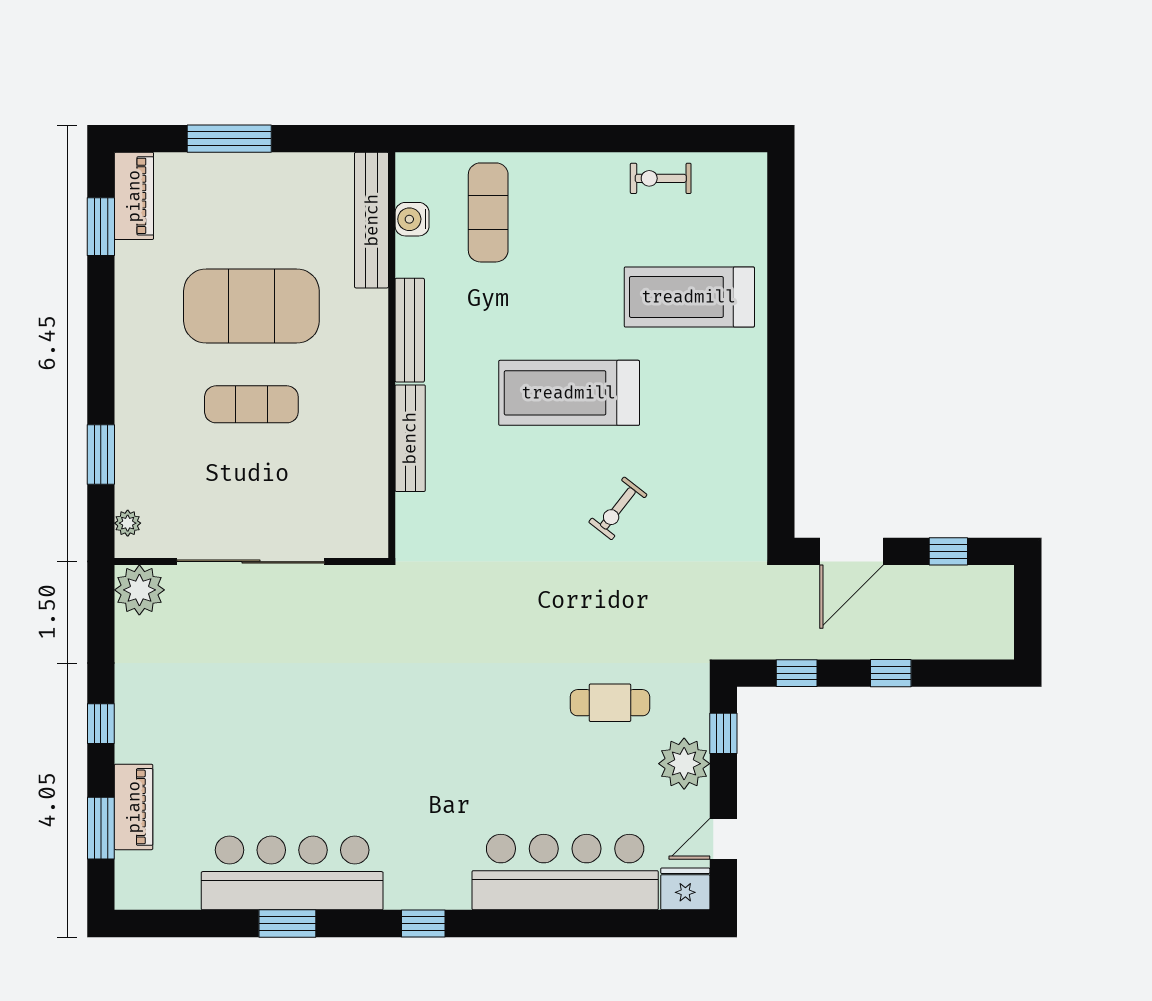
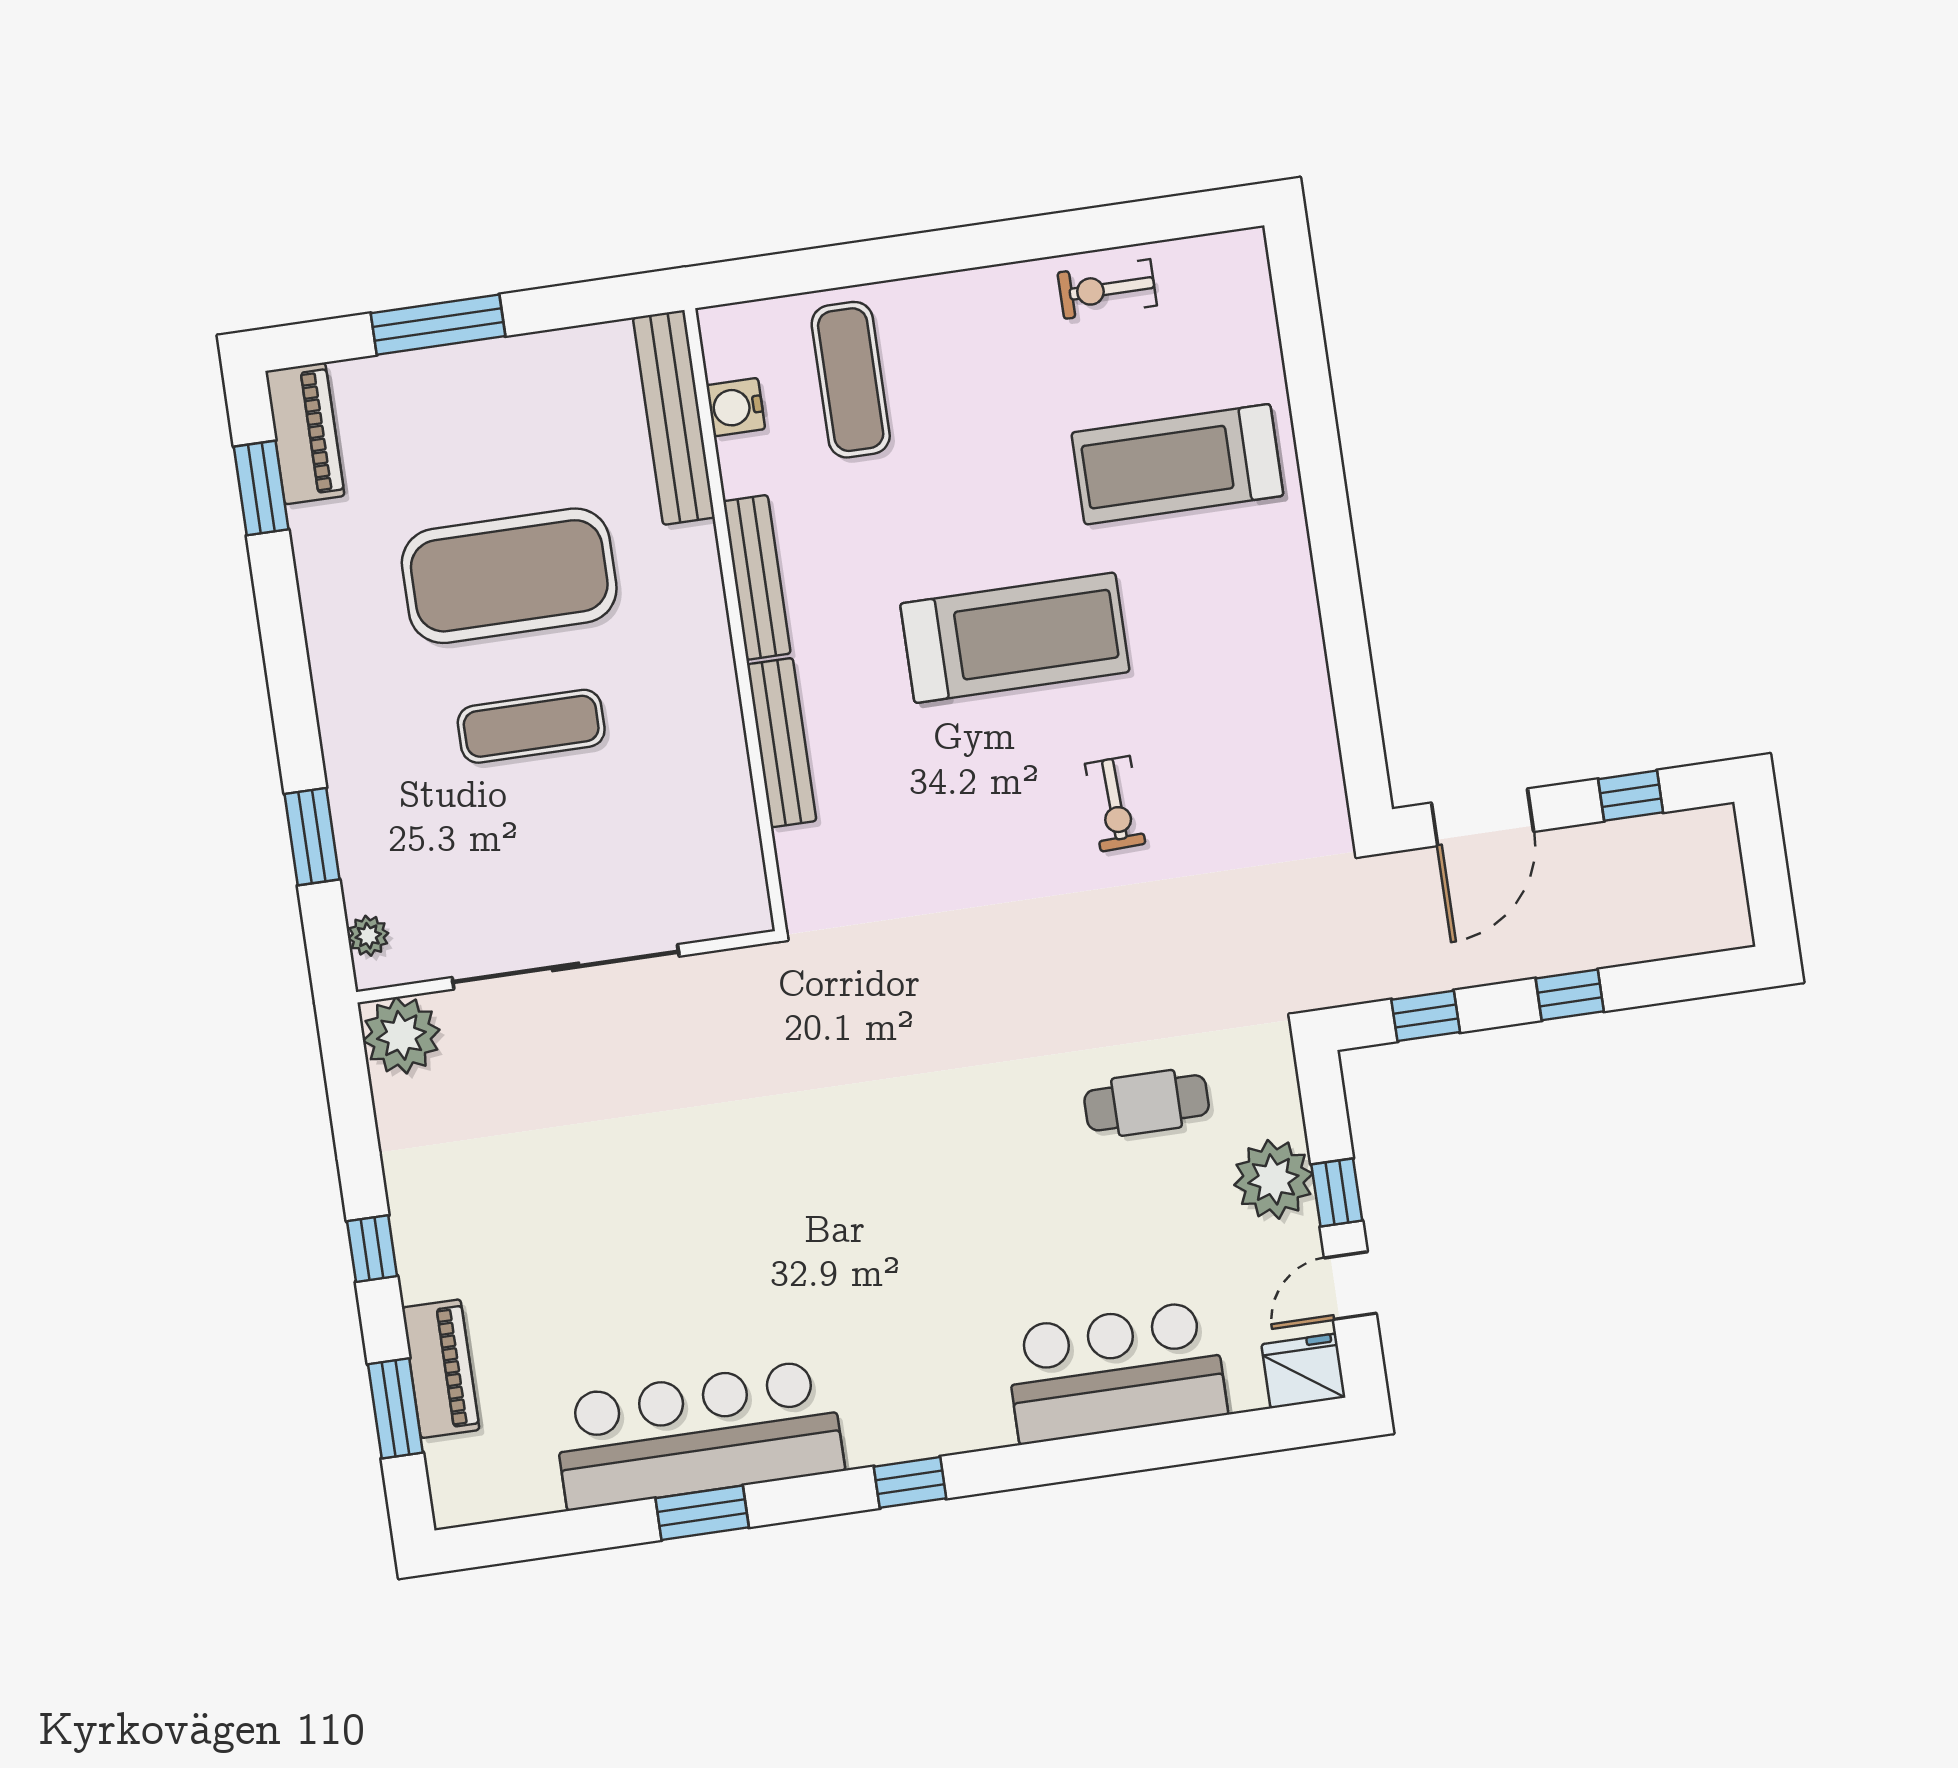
treadmill: (569, 393) -> (1015, 638), turned 180
exercise bike: (618, 508) -> (1115, 804), turned -40
window: (723, 733) -> (1337, 1192), moved
bar counter: (565, 872) -> (1116, 1372), width x0.73

